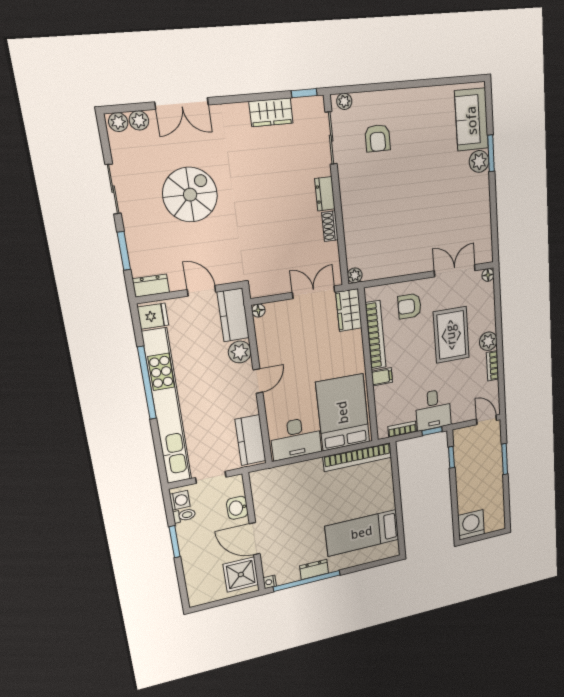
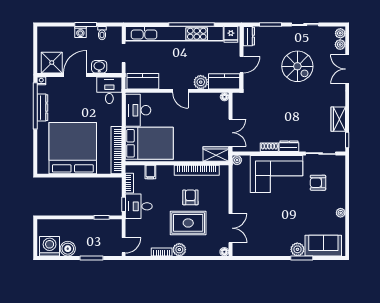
plant: (344, 101) -> (341, 213), moved
corner sofa: (370, 209) -> (277, 174), added
armchair: (409, 306) -> (190, 197), moved
filing cabinet: (382, 377) -> (150, 172), moved
desk: (271, 486) -> (109, 90), added
boiler: (494, 492) -> (68, 249), added
washing machine: (180, 500) -> (80, 32), moved
washing machine: (471, 525) -> (50, 246), moved, turned -90
bed: (362, 533) -> (73, 148), width x2.04
dresser: (314, 569) -> (42, 108), width x1.44

